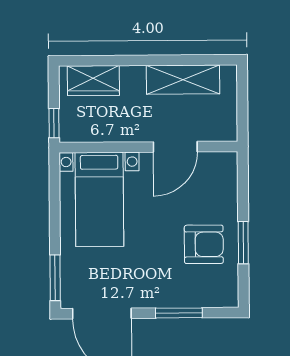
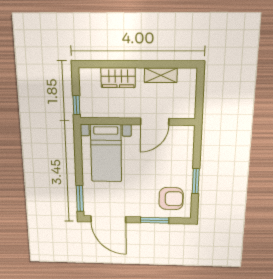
shelving: (183, 80) -> (161, 75), width x0.67, depth x0.75
wardrobe: (93, 81) -> (118, 78), moved
armchair: (204, 244) -> (171, 199), moved

